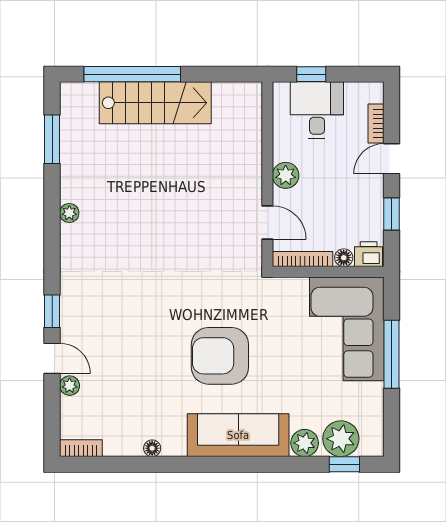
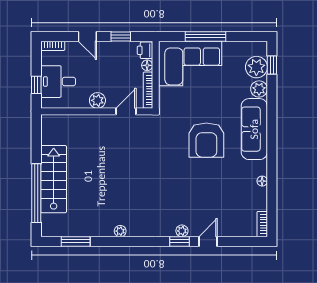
bookcase: (376, 123) -> (53, 46), moved
plant: (70, 386) -> (182, 231), moved

